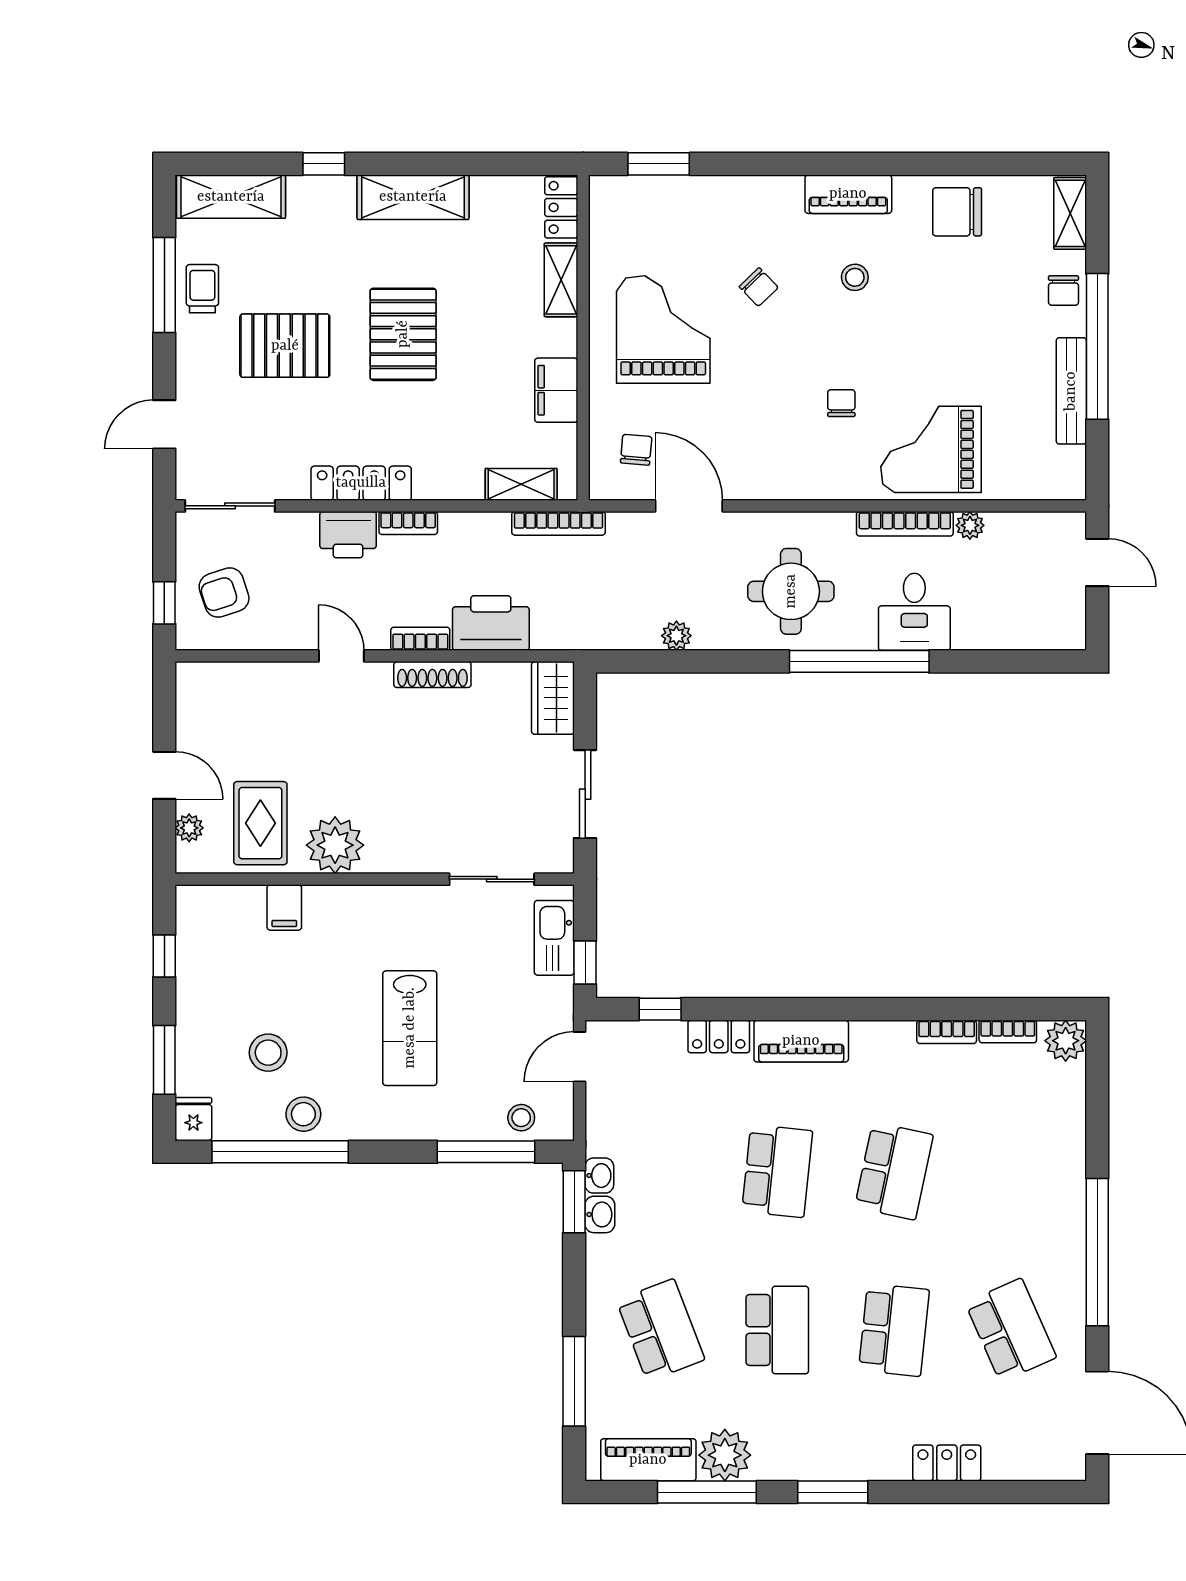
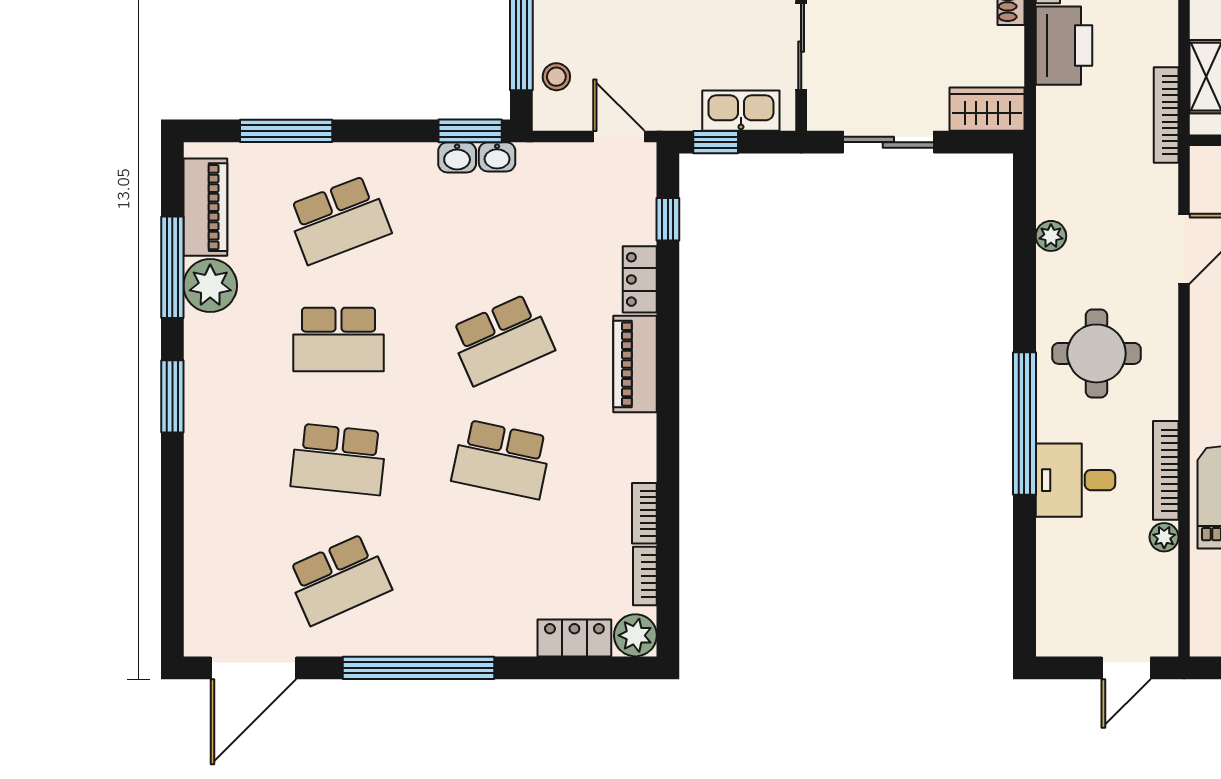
school desk: (777, 1171) -> (502, 339), turned -30
locker: (947, 1463) -> (574, 638), moved, turned -90

